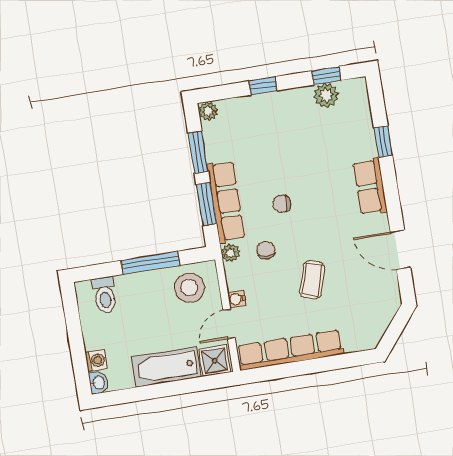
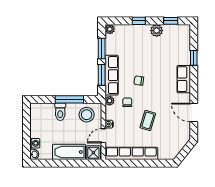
plant: (326, 95) -> (157, 31), moved
toilet: (105, 295) -> (60, 112), moved

